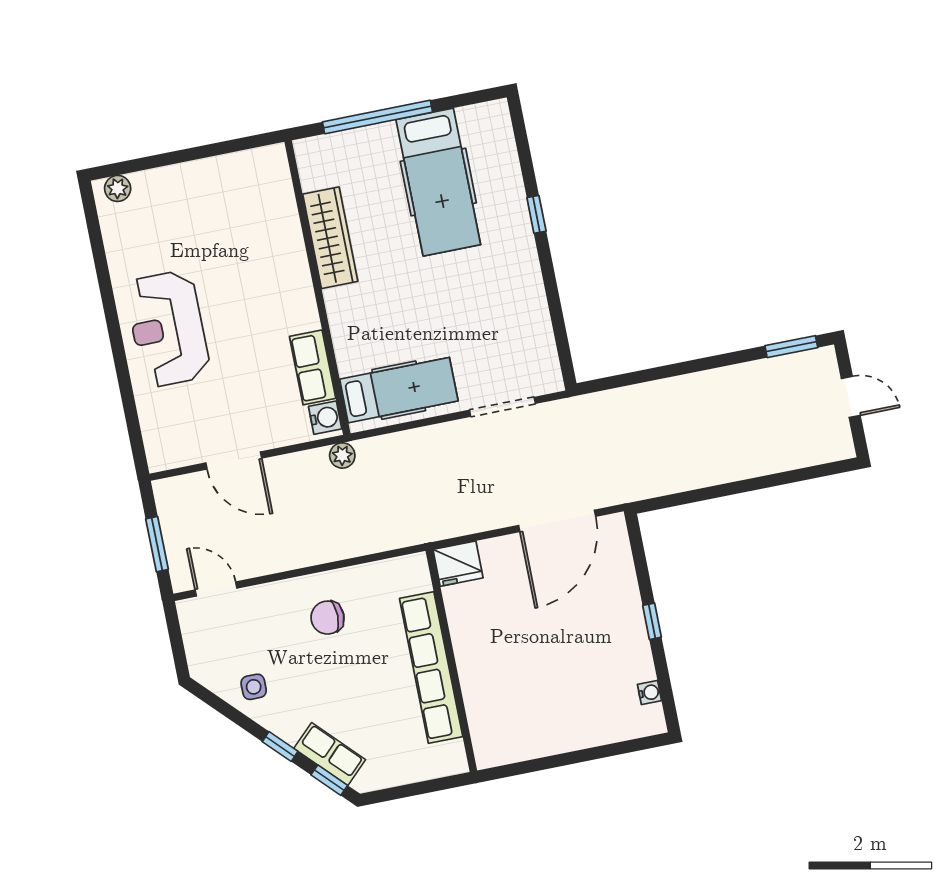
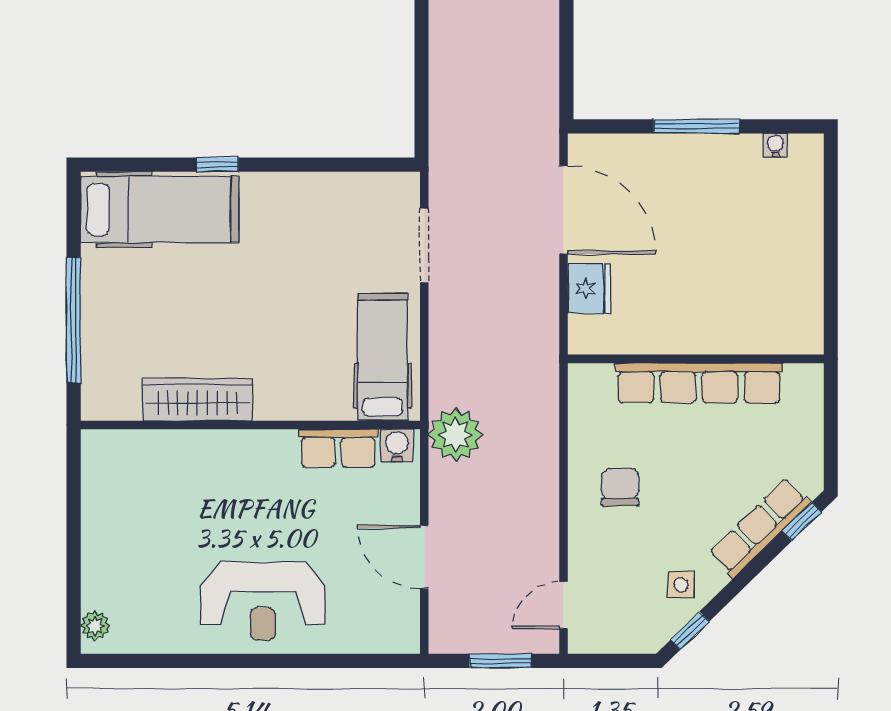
hospital bed: (438, 182) -> (160, 210), moved
plant: (342, 455) -> (455, 435), width x1.87, depth x1.87
door: (234, 461) -> (424, 557), swing flipped
fridge: (458, 564) -> (589, 288), moved
chair: (327, 618) -> (620, 487), turned 180
window: (652, 621) -> (697, 126), width x2.17
window: (280, 747) -> (690, 631), moved
row of seats: (330, 754) -> (760, 528), width x1.48

